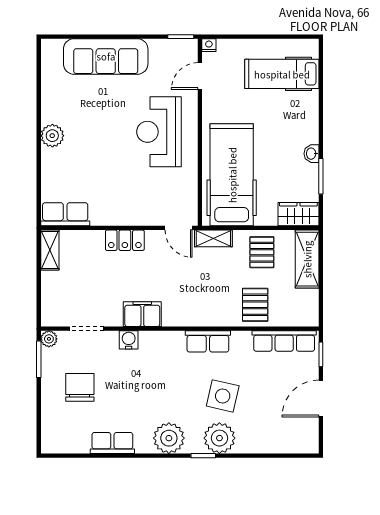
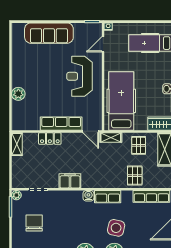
plant: (52, 136) -> (18, 94), moved
row of seats: (65, 214) -> (61, 124), moved, width x1.48
locker: (125, 240) -> (50, 139), moved
water cooler: (129, 340) -> (88, 196), moved

